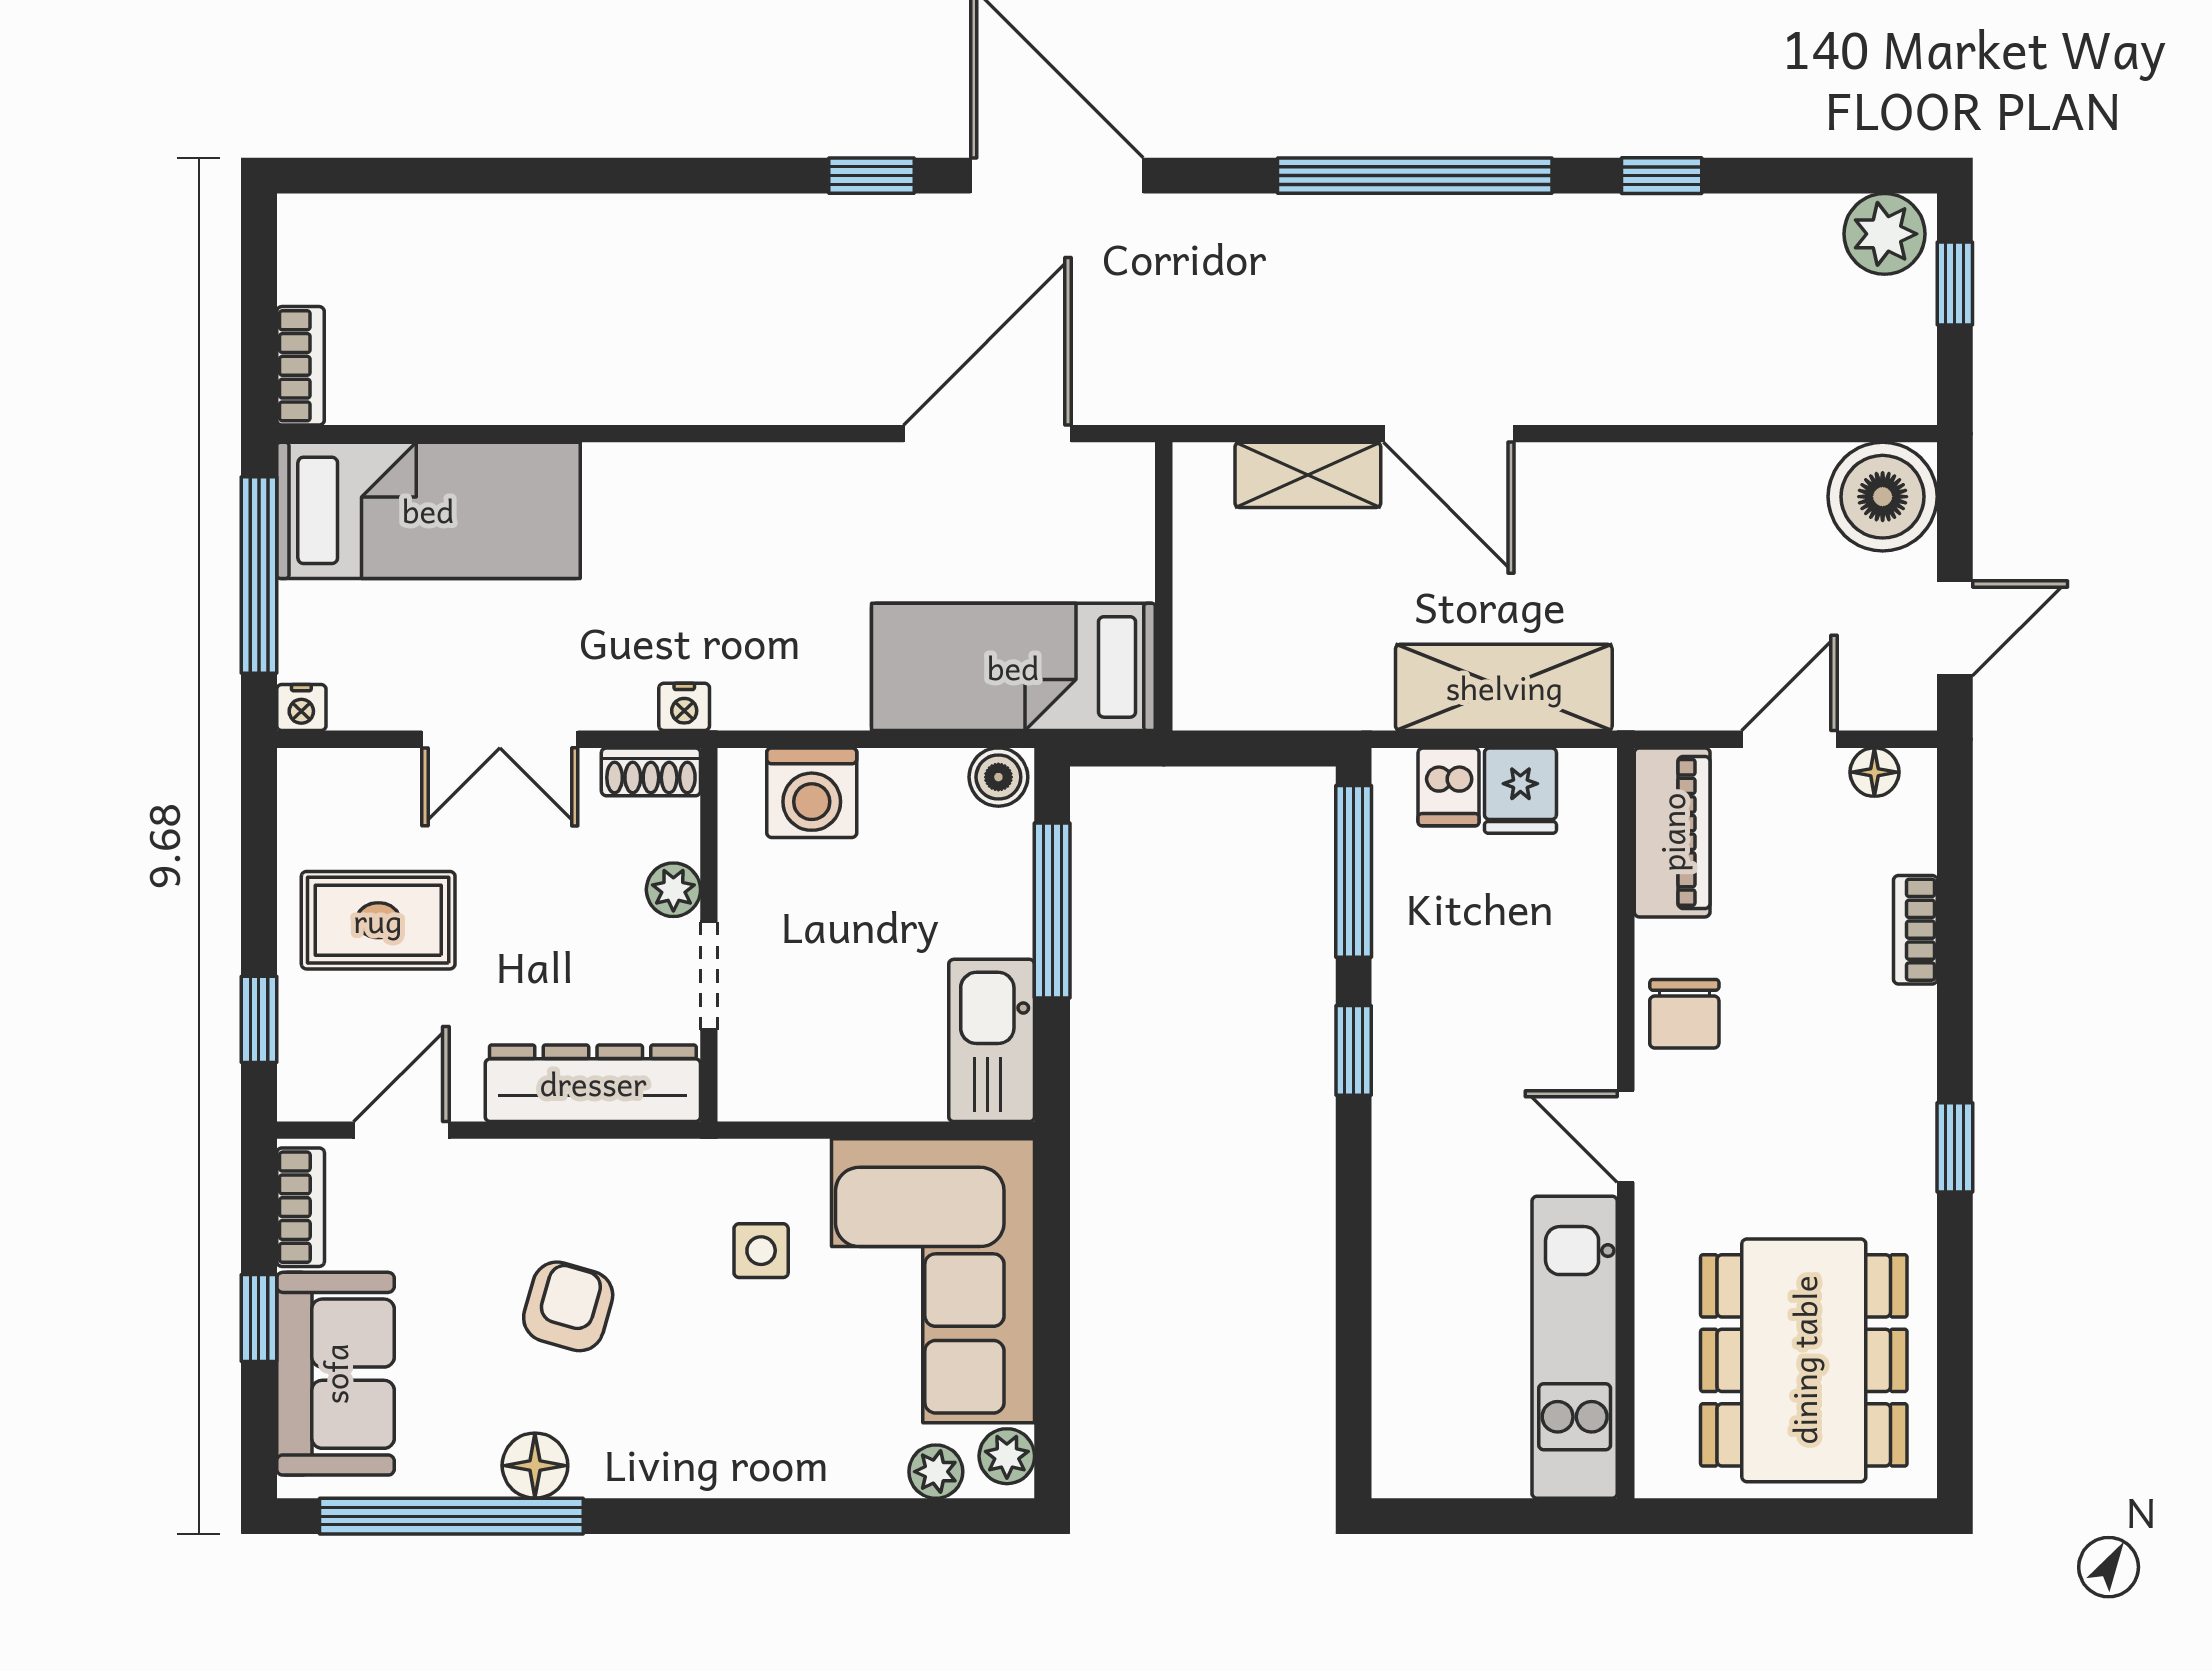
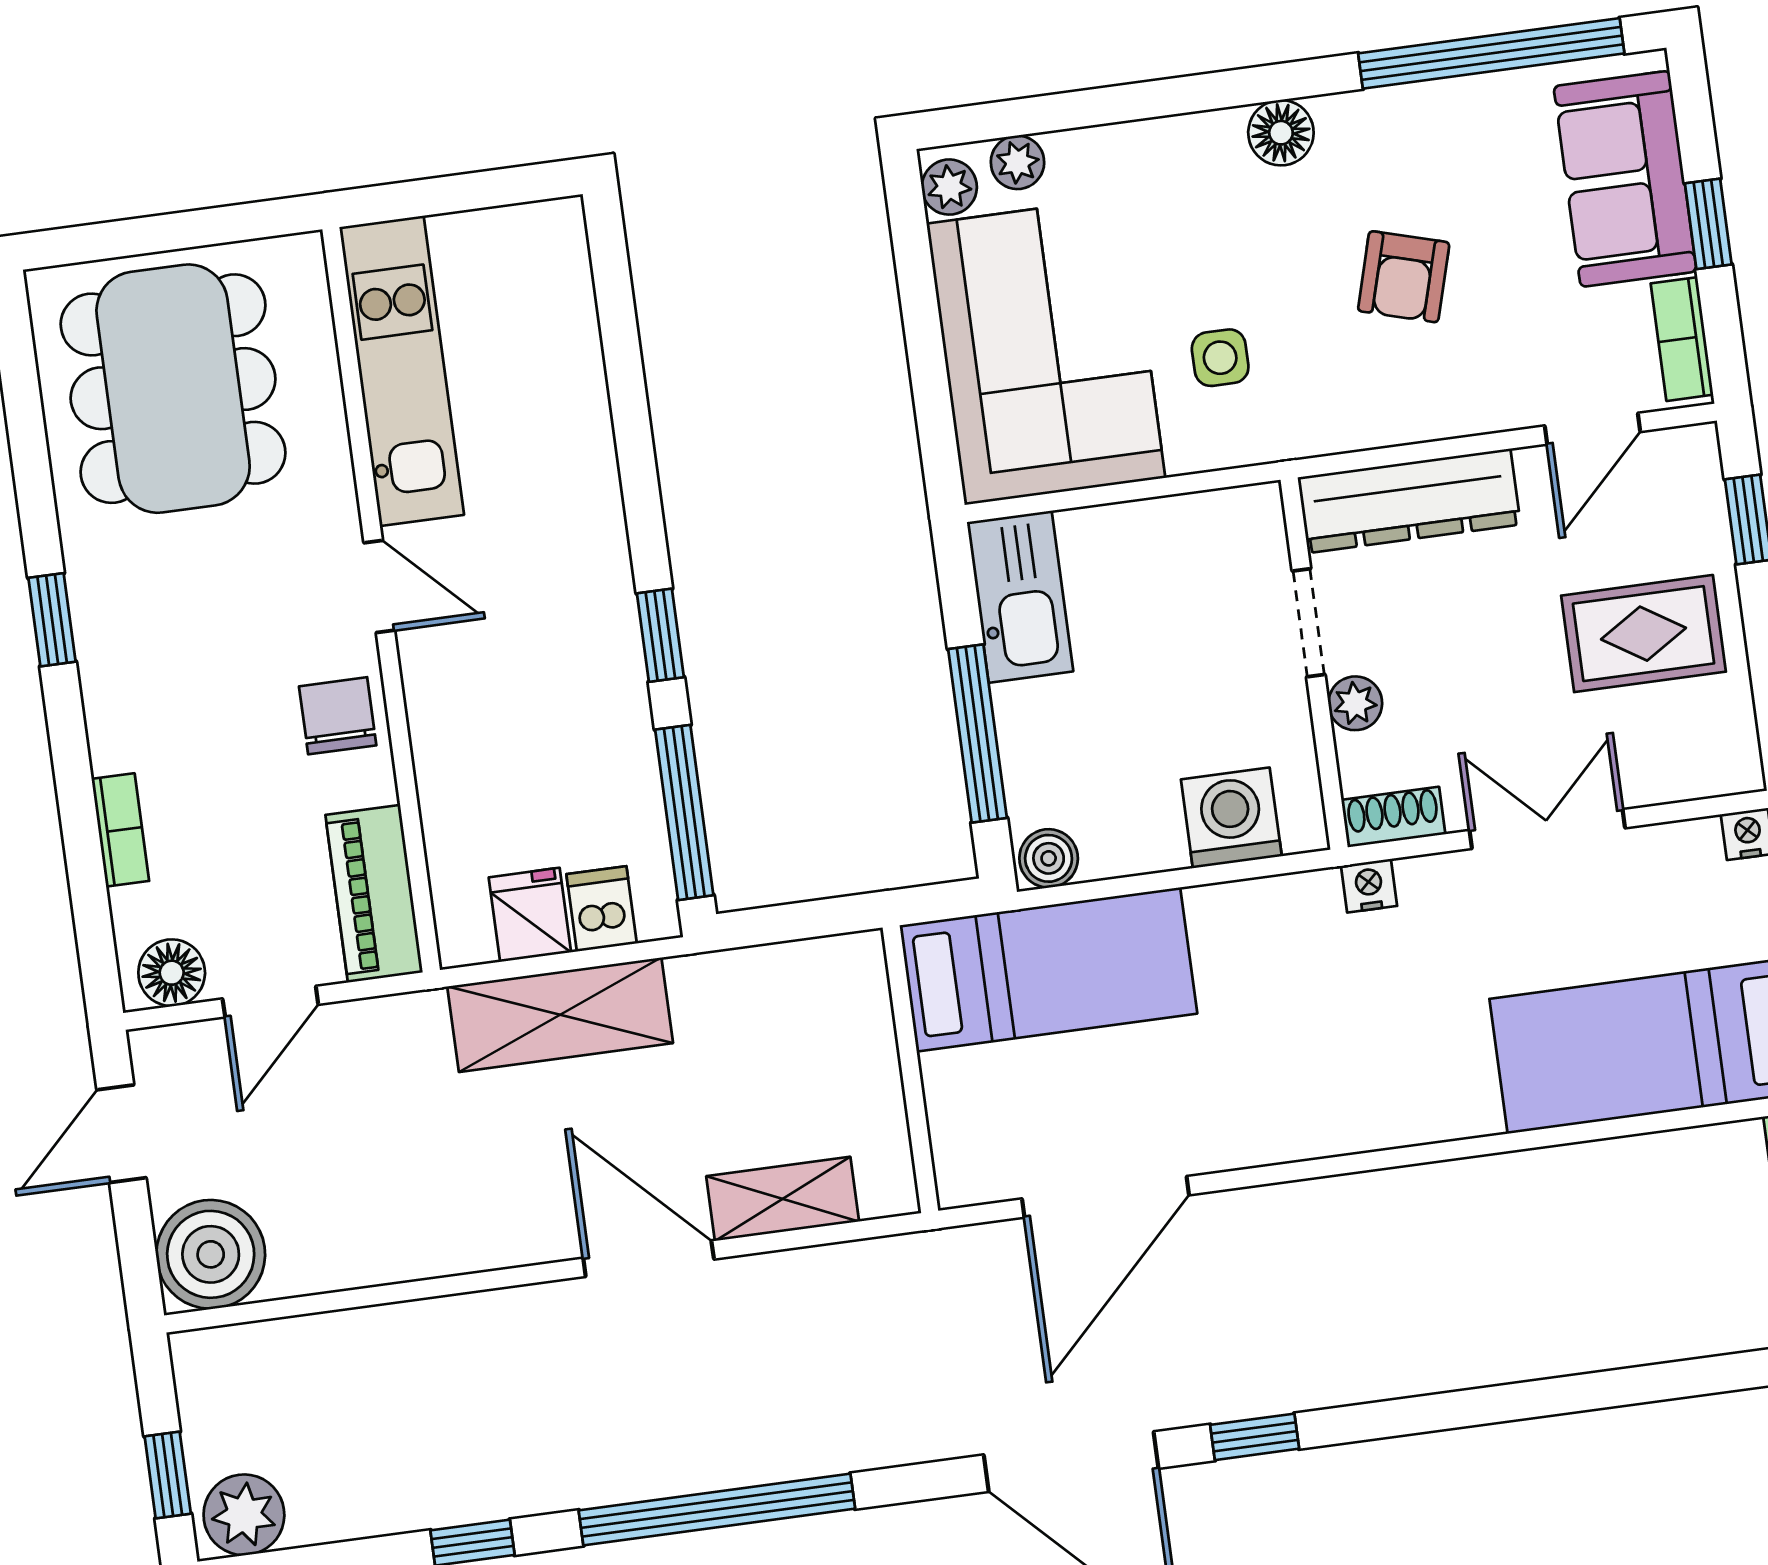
floor lamp: (1874, 772) -> (172, 973), width x1.37, depth x1.37
floor lamp: (535, 1466) -> (1281, 133), moved

